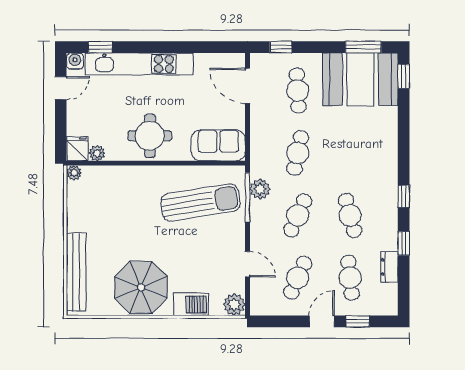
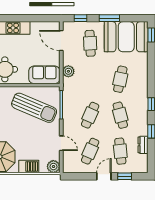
window: (363, 47) -> (109, 18), moved
cafe table: (298, 153) -> (120, 79), moved
plant: (260, 189) -> (68, 71), moved
sun lounger: (200, 202) -> (34, 108), turned 32

